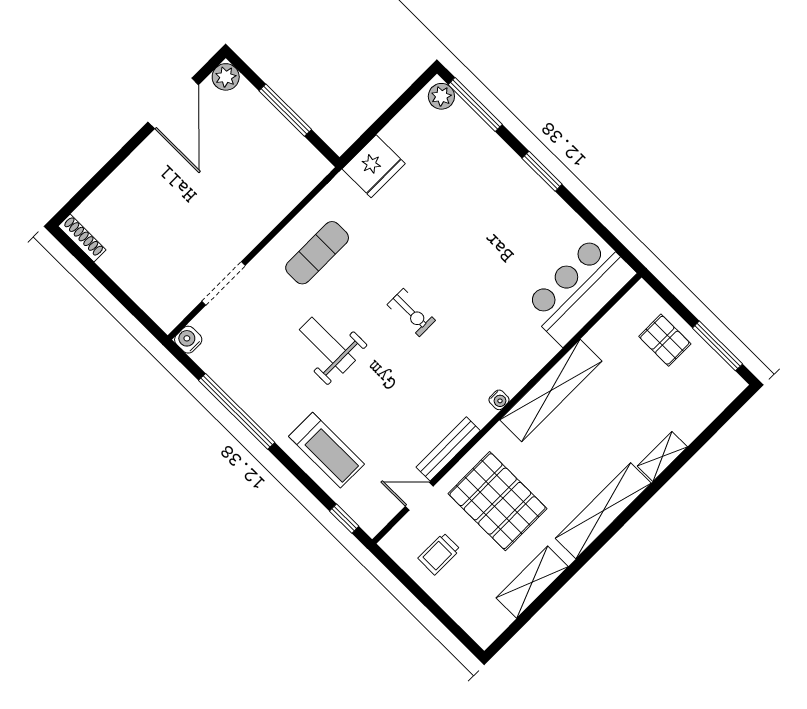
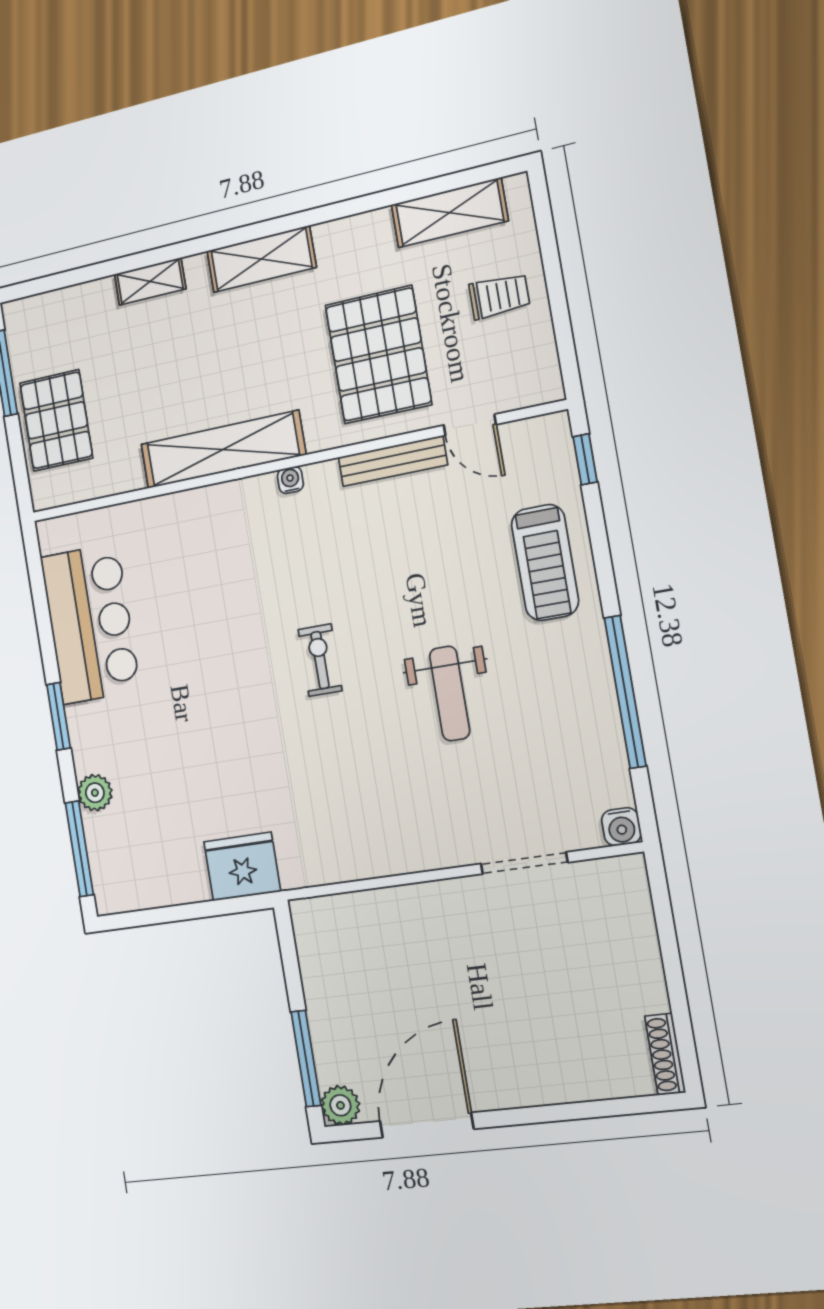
plant: (441, 96) -> (95, 793), moved
window: (285, 110) -> (306, 1058), moved
exercise mat: (317, 253) -> (381, 815), removed
bar counter: (579, 290) -> (90, 624), moved, turned -90
pallet: (665, 340) -> (56, 420), width x1.50, depth x1.42
treadmill: (327, 450) -> (545, 563), turned 180
shelving: (603, 511) -> (261, 259), width x0.68
trolley: (439, 554) -> (499, 296), moved
shelving: (532, 582) -> (449, 213), moved

